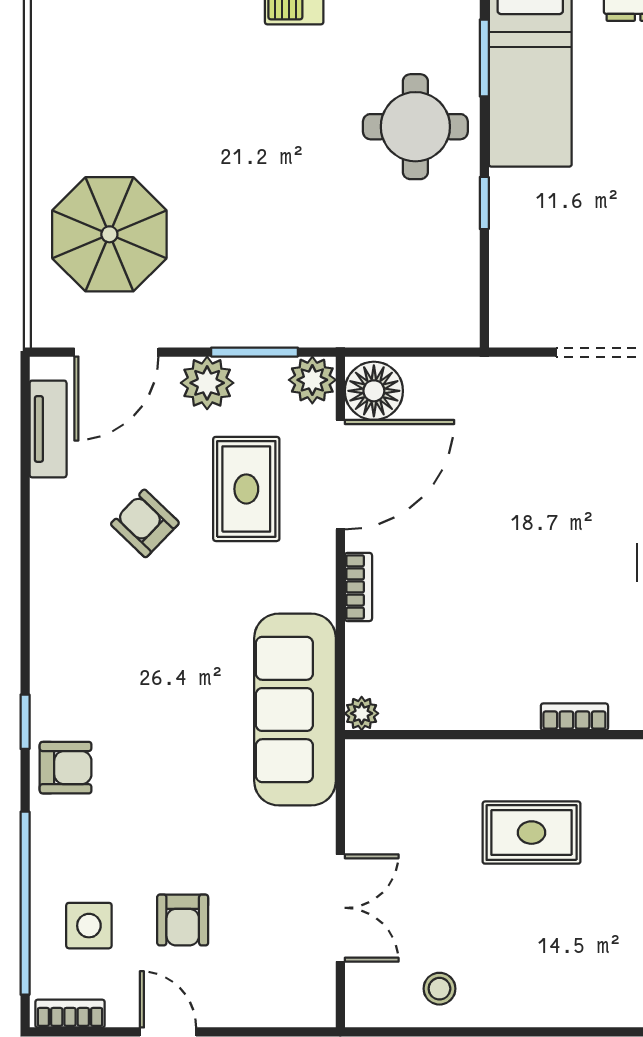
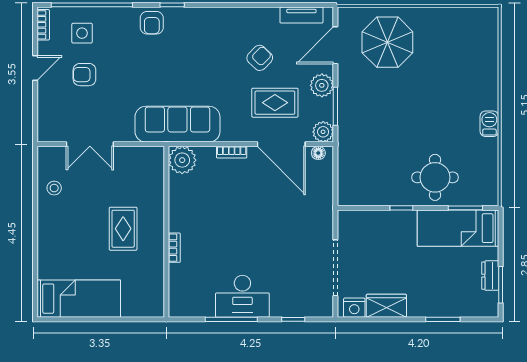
door: (116, 352) -> (335, 45), hinge flipped
floor lamp: (374, 391) -> (318, 153), width x0.53, depth x0.53
plant: (362, 713) -> (182, 160), width x1.88, depth x1.88

